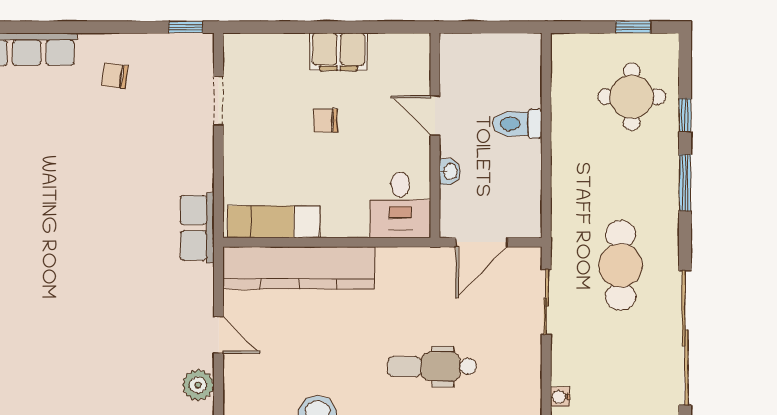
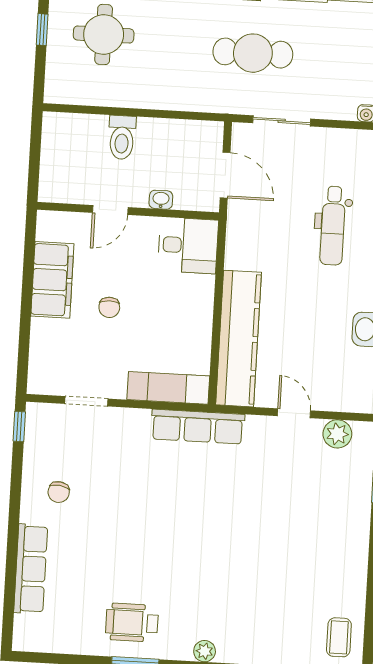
filing cabinet: (339, 52) -> (52, 280), width x1.50, depth x1.17
exam couch: (274, 222) -> (168, 388), moved, turned 90
row of seats: (197, 228) -> (198, 427), width x1.48
door: (219, 335) -> (294, 413), hinge flipped

